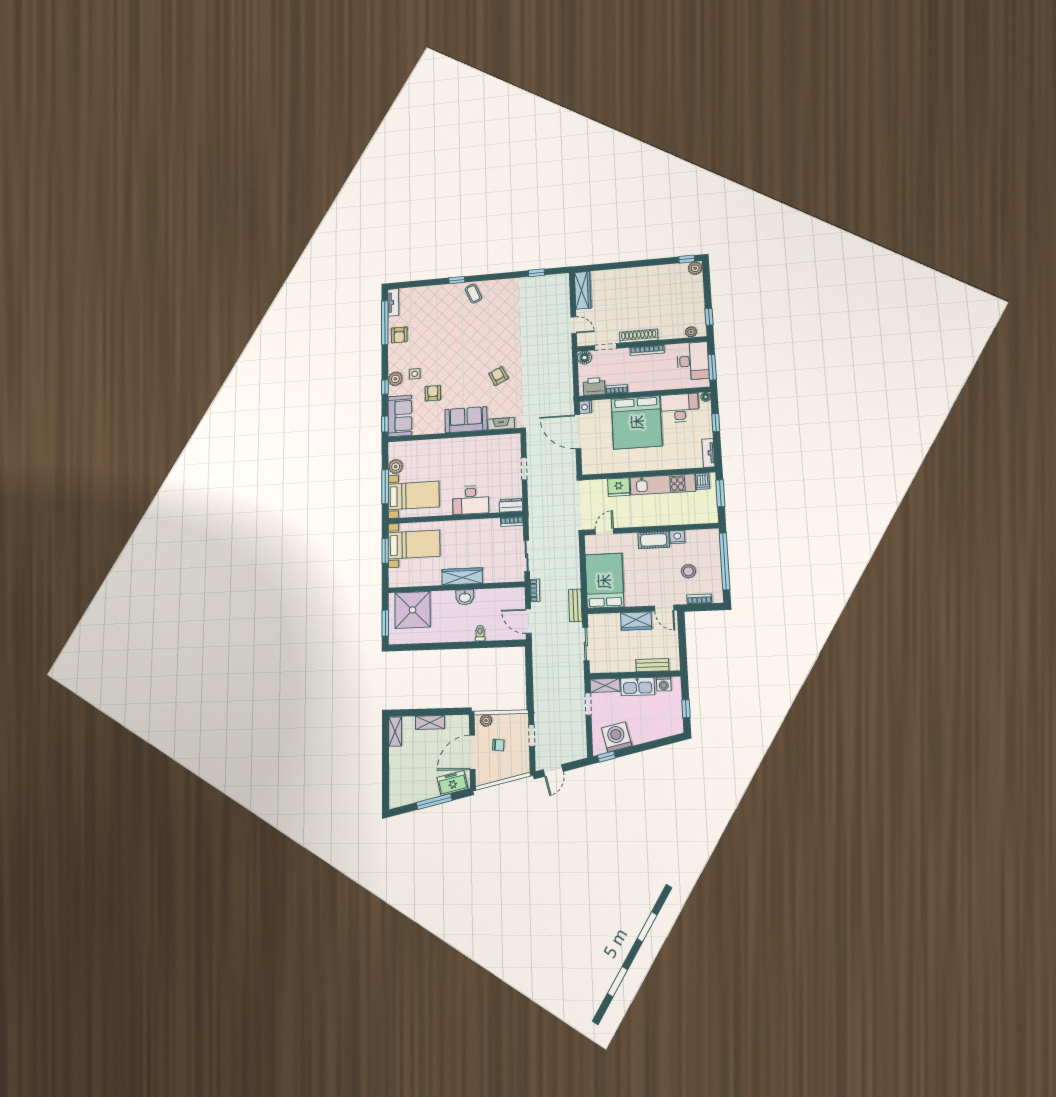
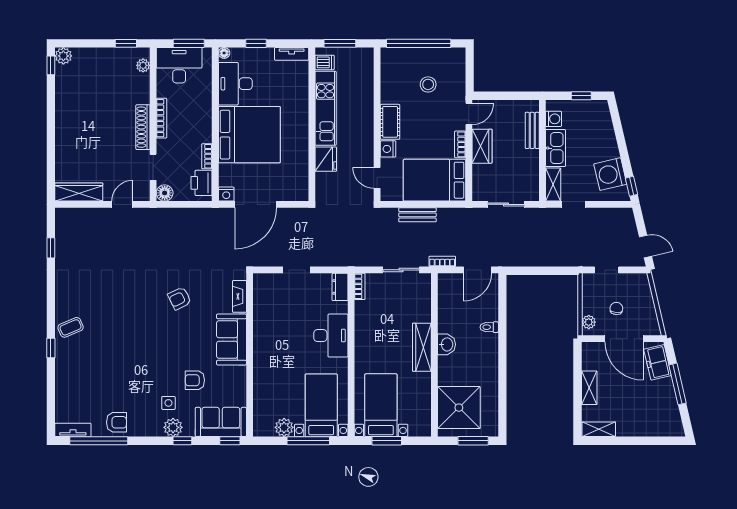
nightstand: (677, 537) -> (388, 149), moved
bookcase: (699, 599) -> (460, 144), moved
bench: (575, 605) -> (417, 215), moved

